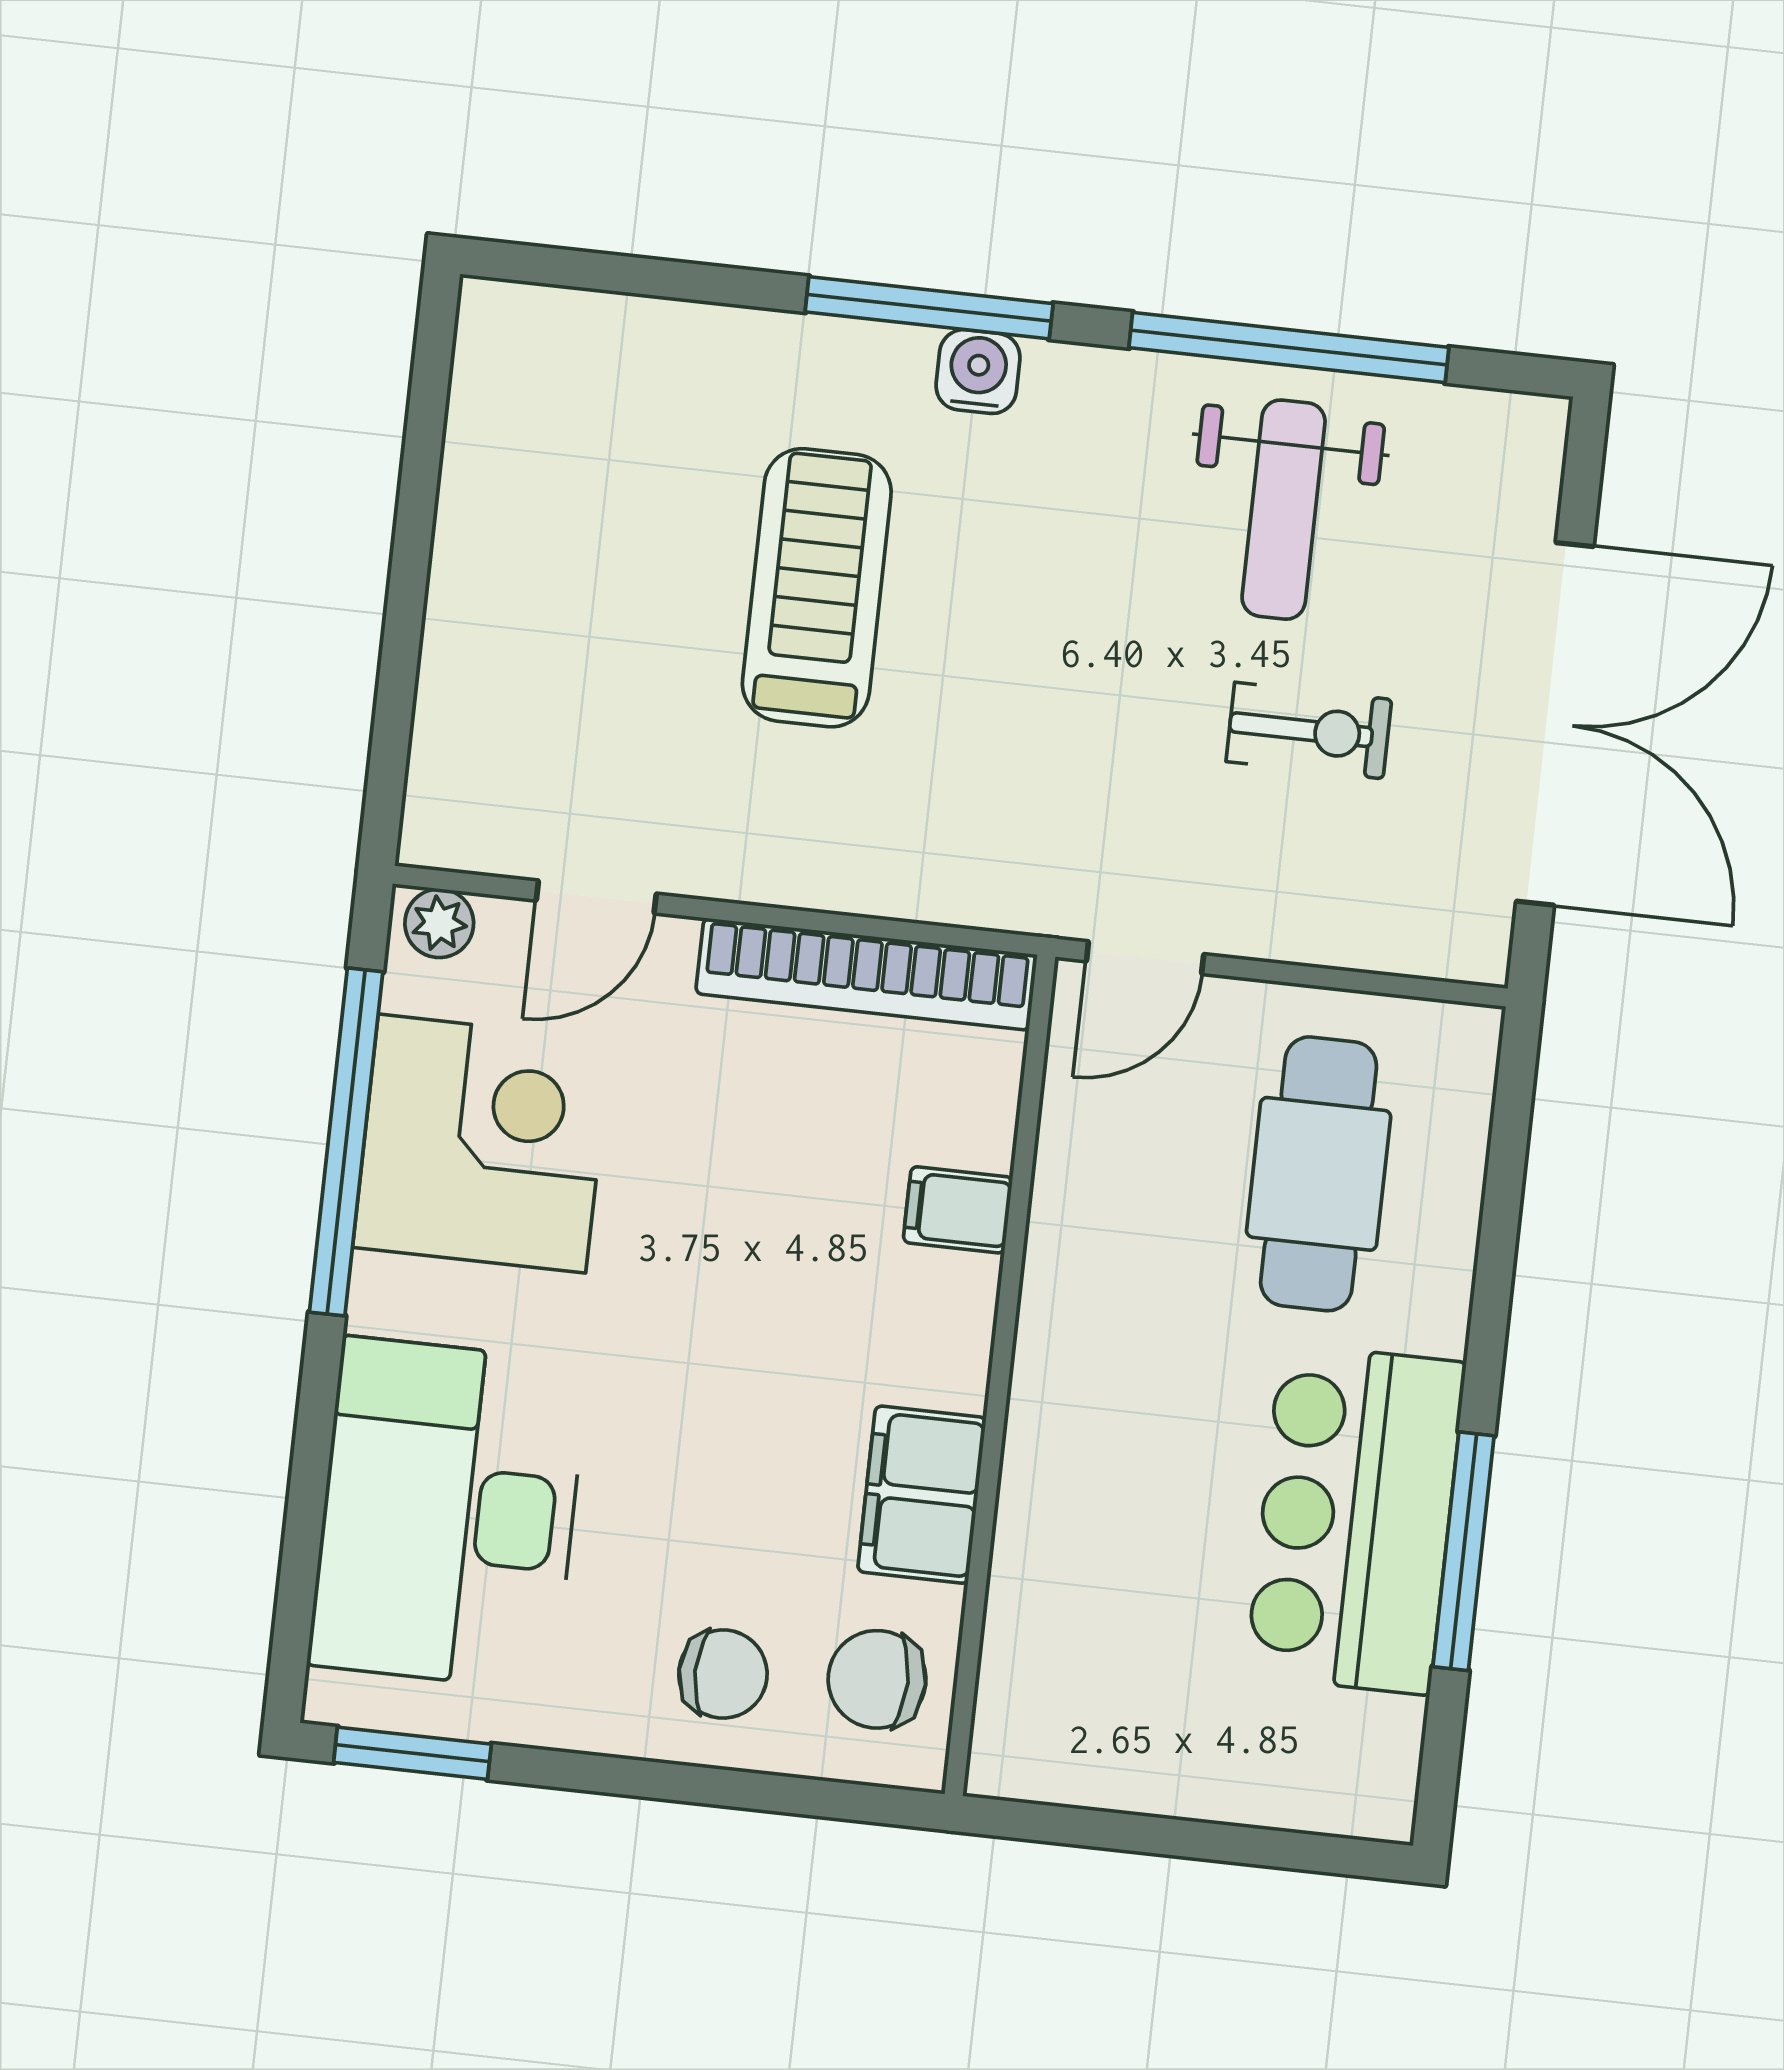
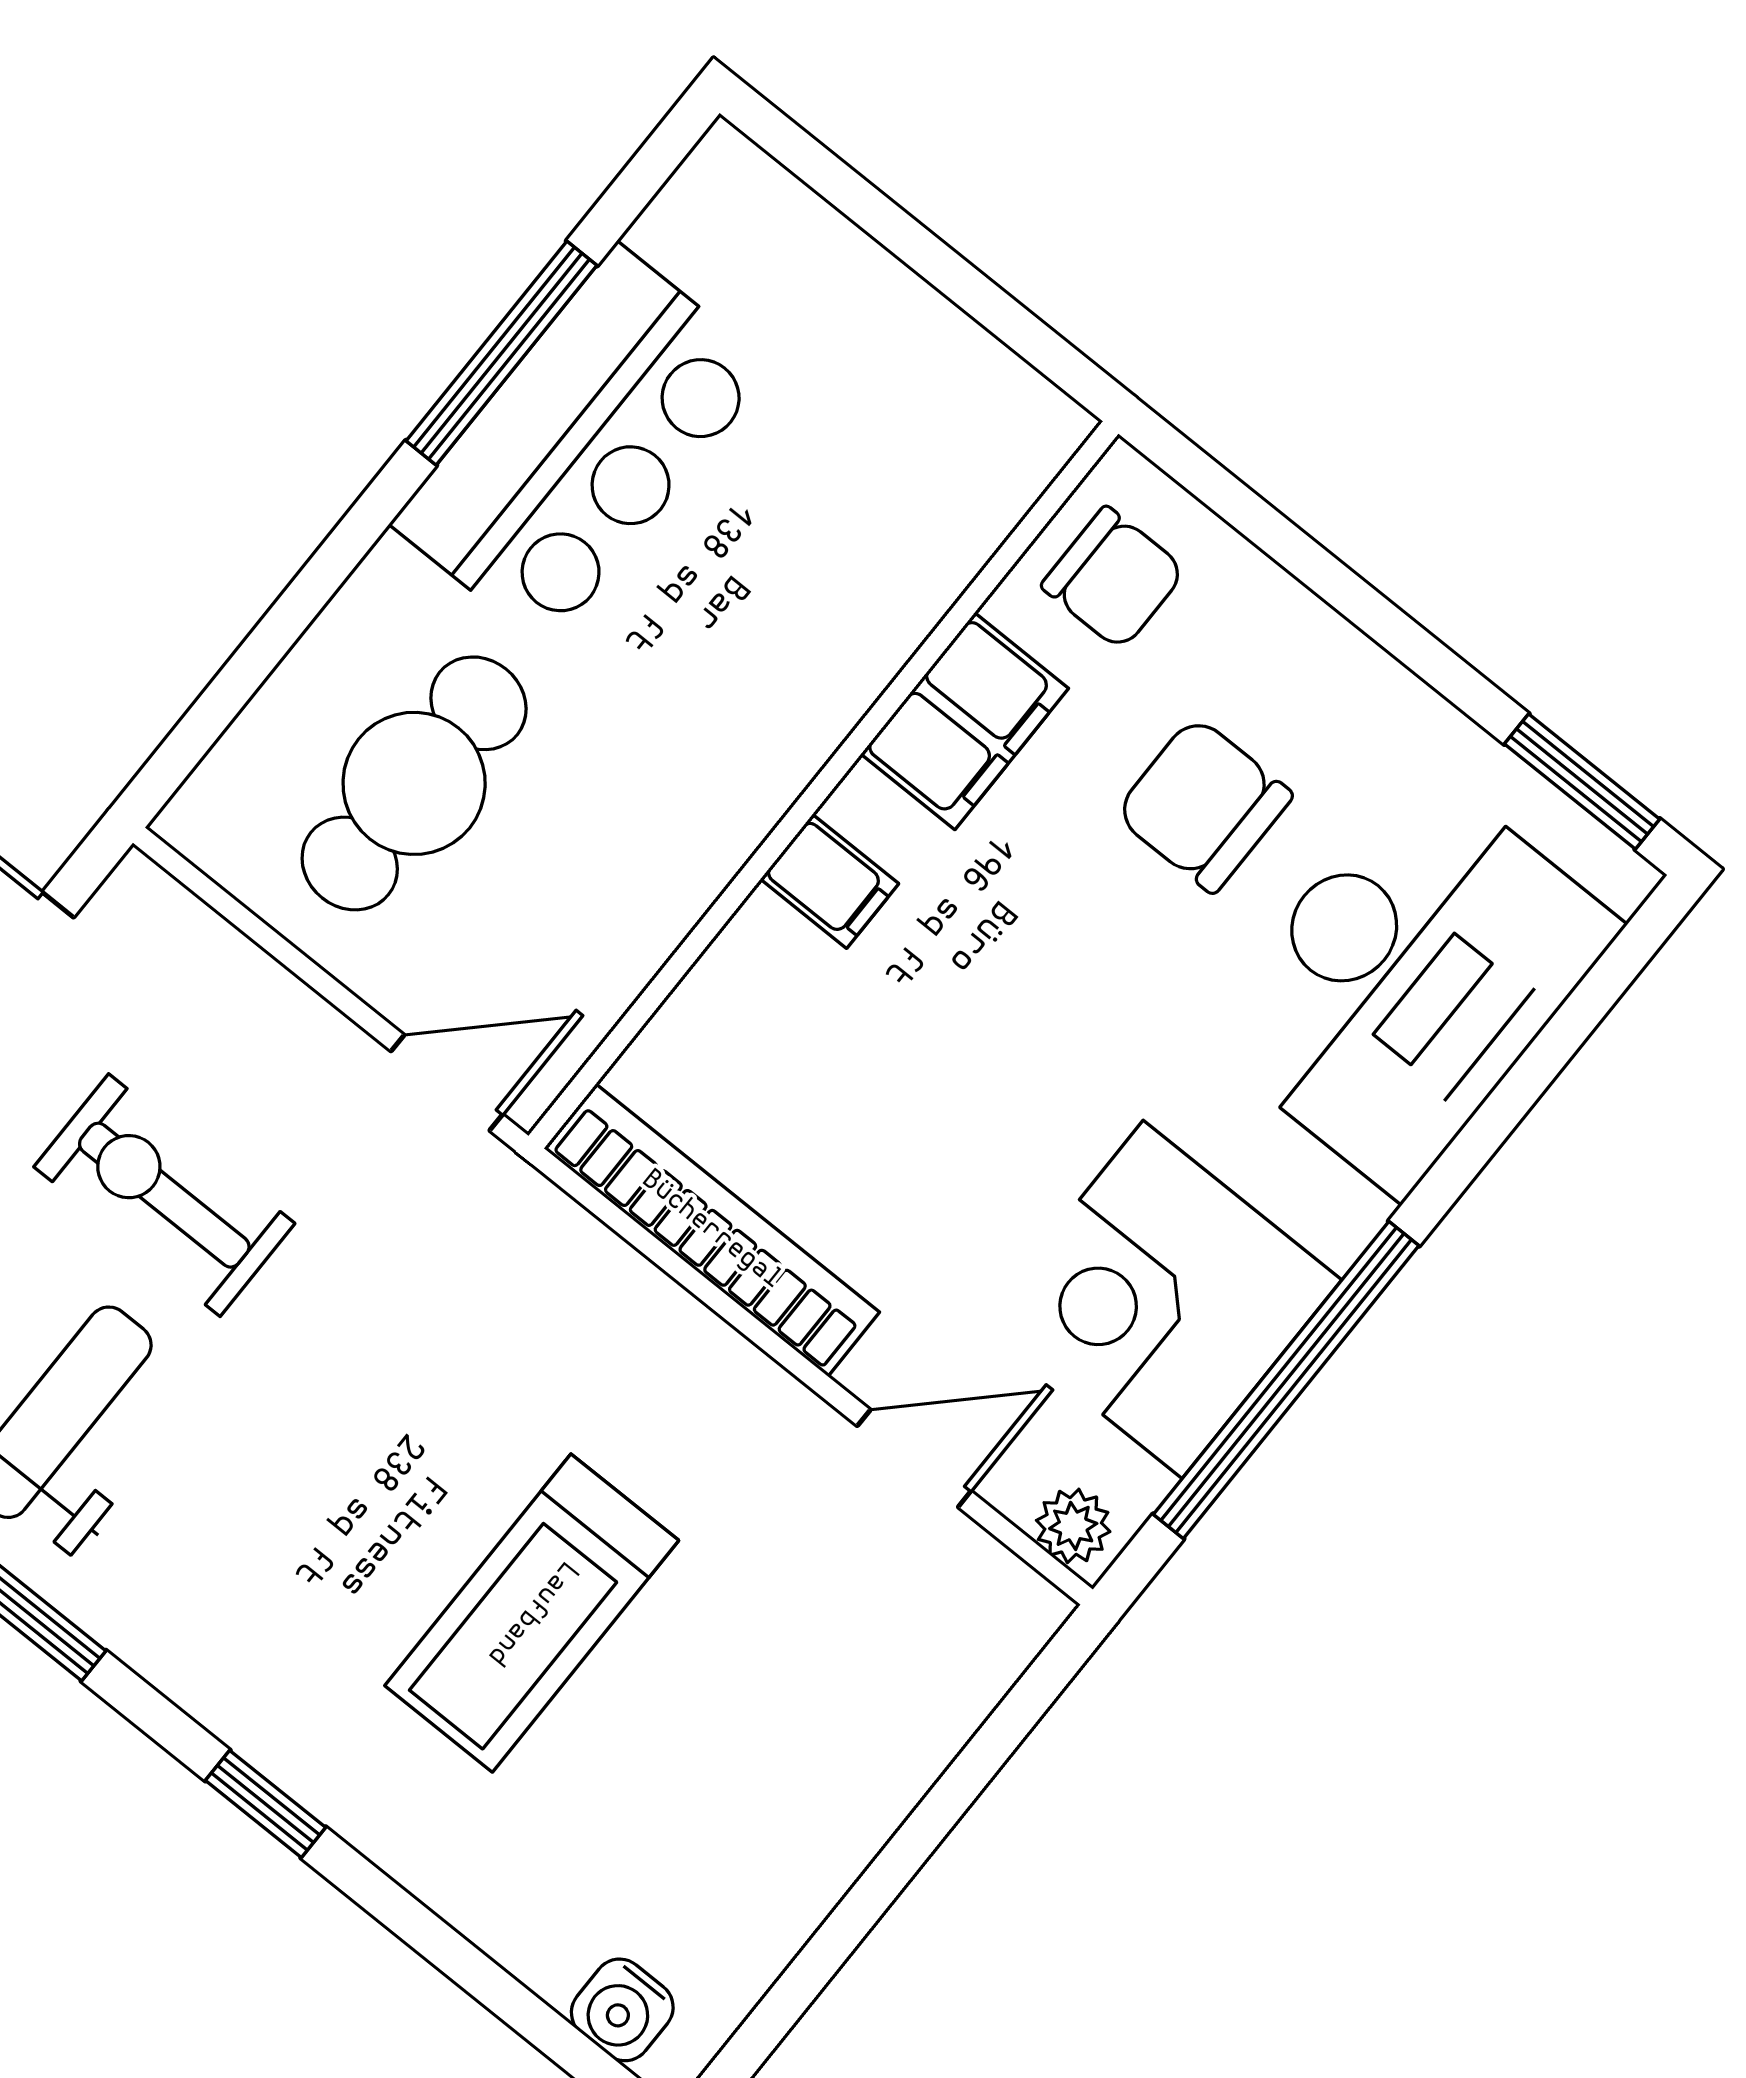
window: (929, 308) -> (265, 1804), width x0.46
water cooler: (978, 372) -> (622, 2010), moved
exercise bike: (1309, 731) -> (164, 1195), width x1.38, depth x1.39
filing cabinet: (958, 1210) -> (829, 881), moved
chair: (723, 1674) -> (1204, 805), moved, width x1.37, depth x1.37

